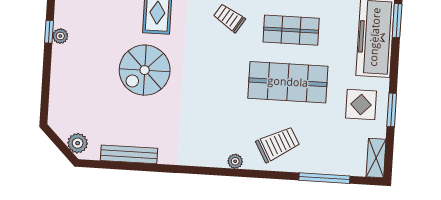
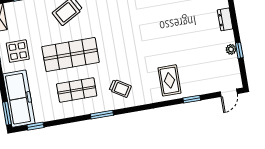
spiral stairs: (145, 70) -> (169, 40), removed
dresser: (59, 80) -> (225, 19), added

